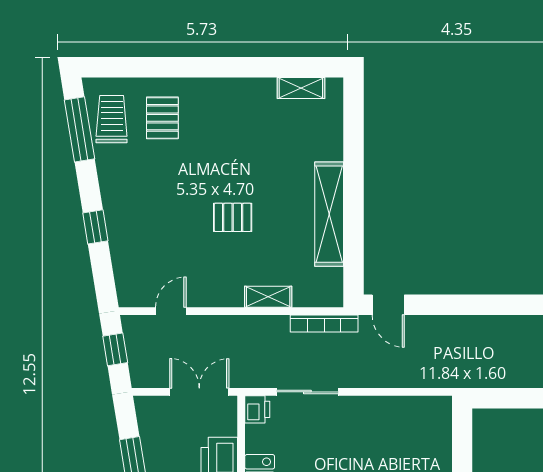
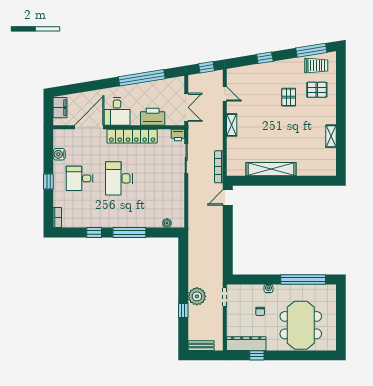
shelving: (301, 88) -> (331, 136), moved
pallet: (233, 217) -> (289, 97), moved
shelving: (268, 297) -> (232, 125), moved
plant: (442, 432) -> (167, 223), added

